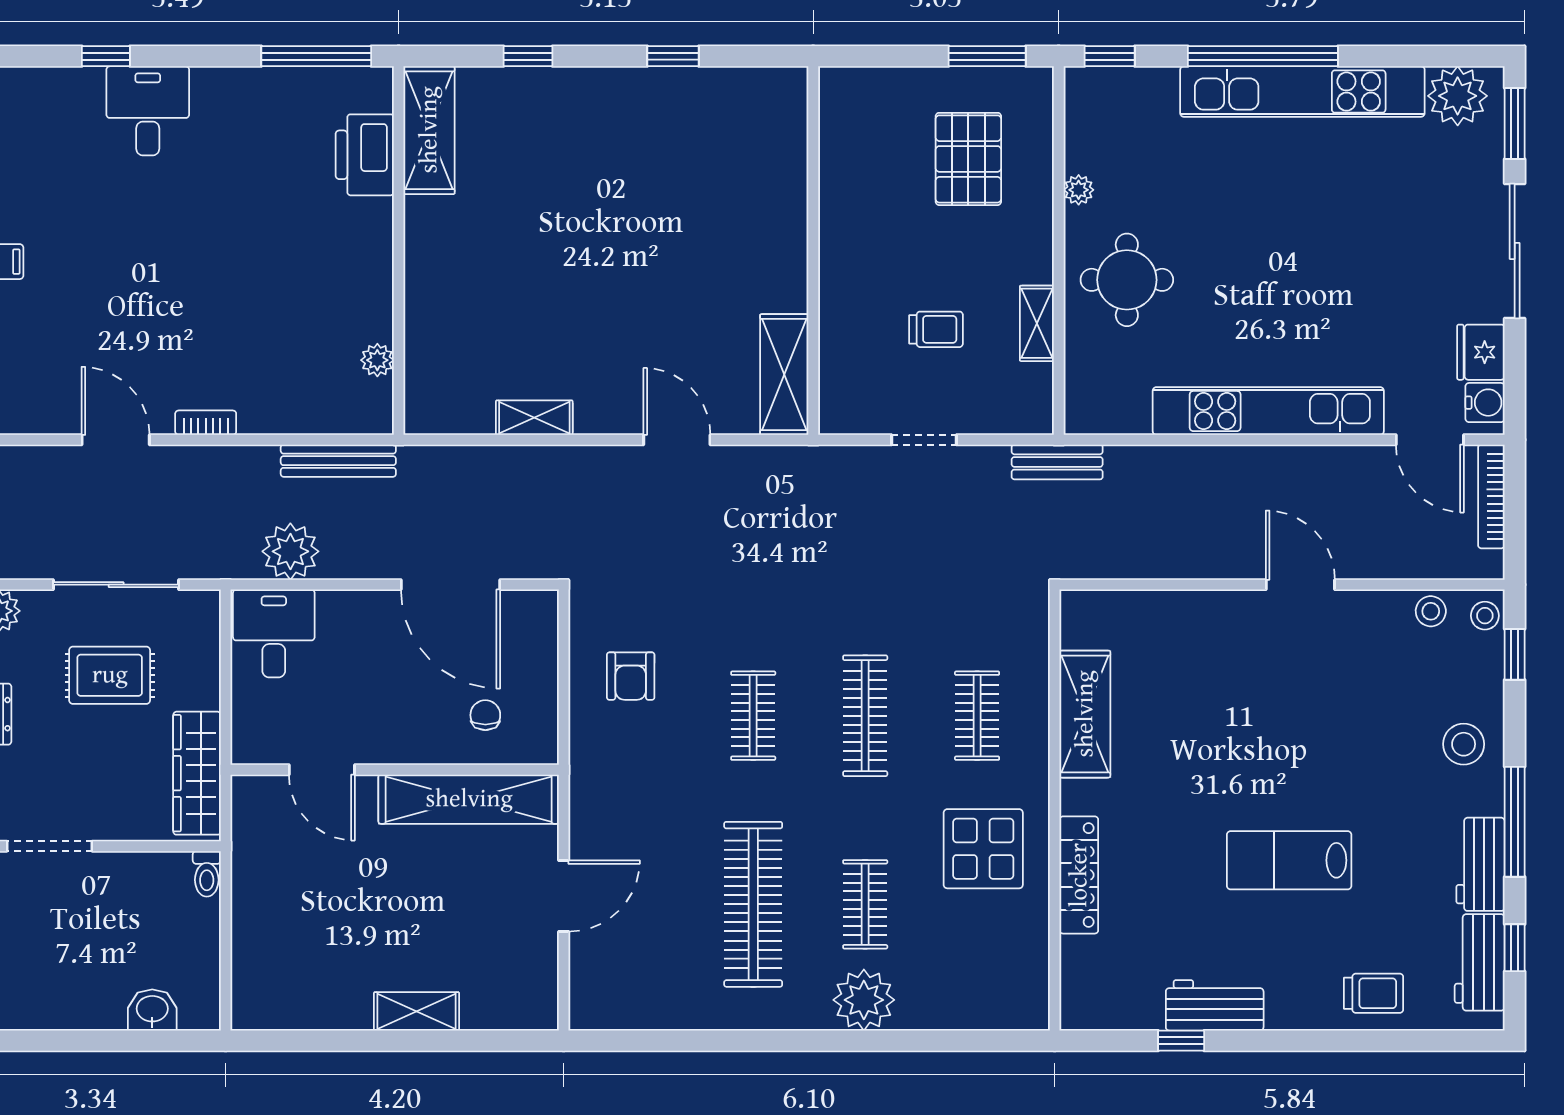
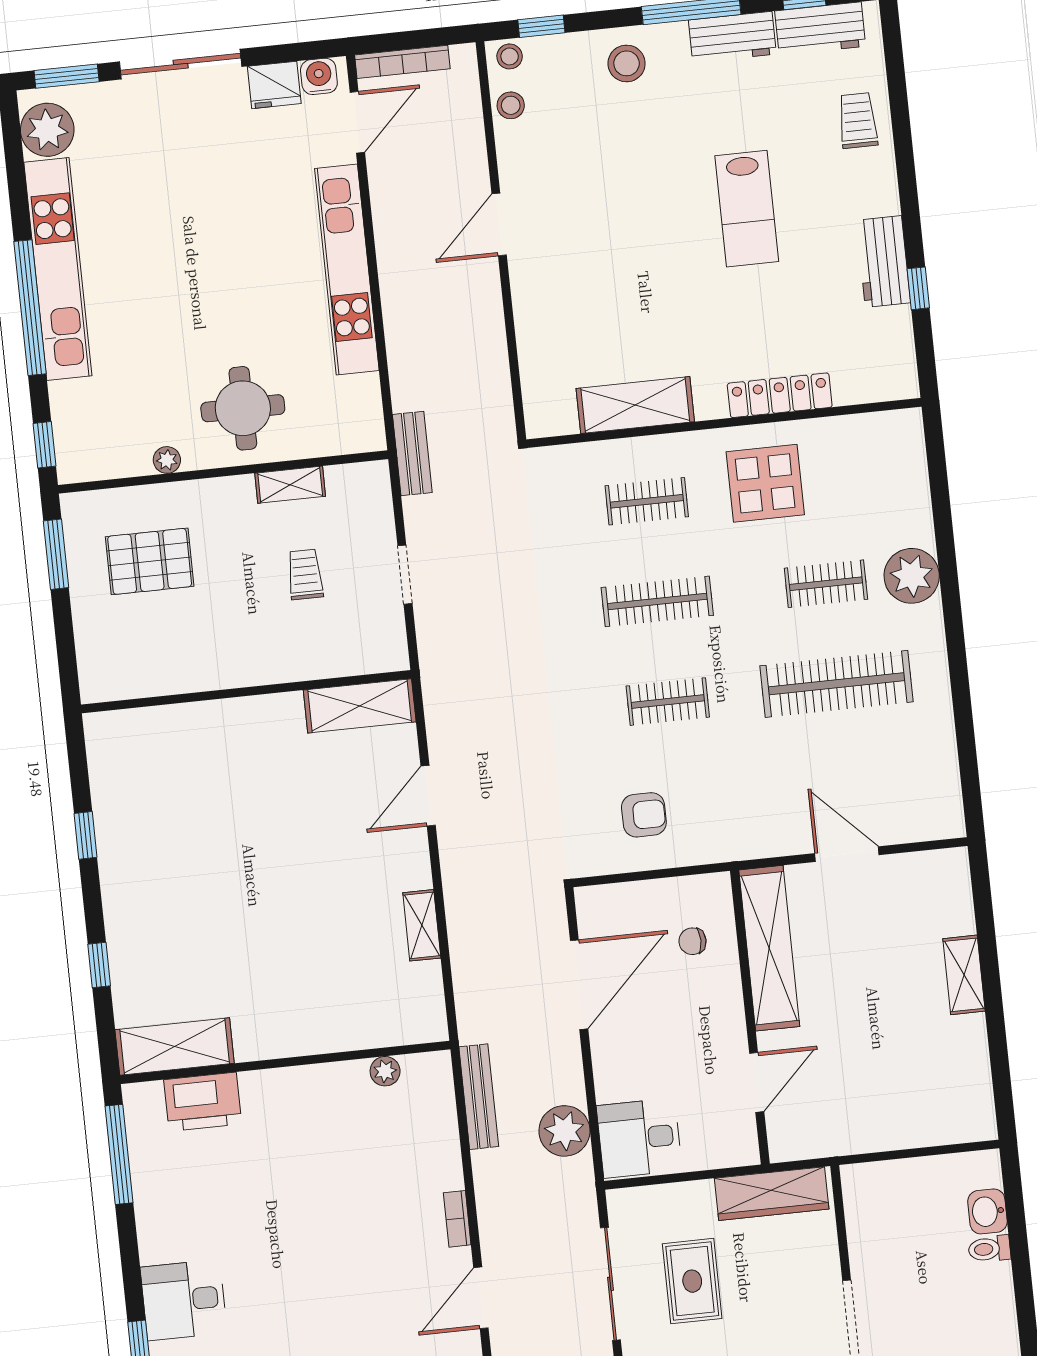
toilet: (207, 874) -> (989, 1249), moved, turned 180

